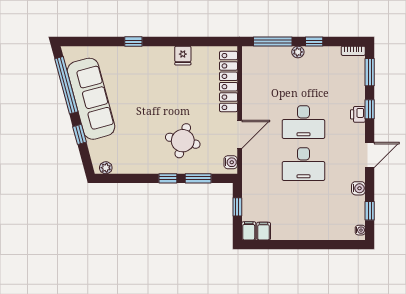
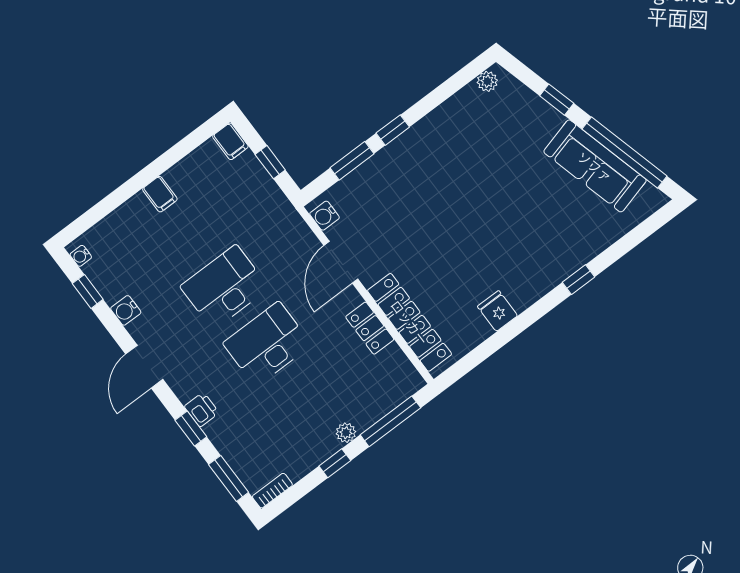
locker: (249, 93) -> (370, 328), added
sofa: (91, 99) -> (595, 166), width x0.74, depth x0.79
round table: (183, 141) -> (411, 196), removed
filing cabinet: (264, 231) -> (160, 194), moved

